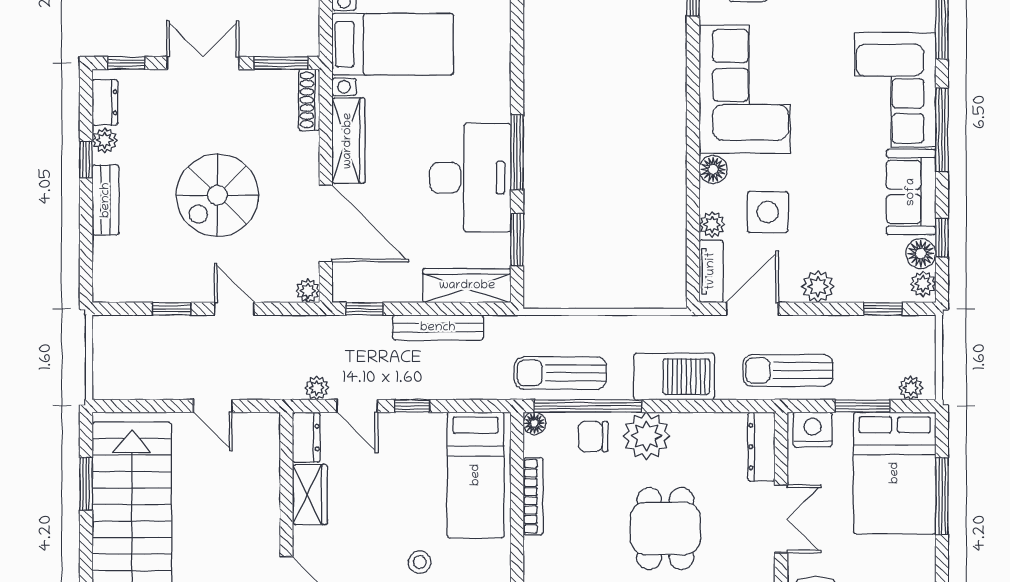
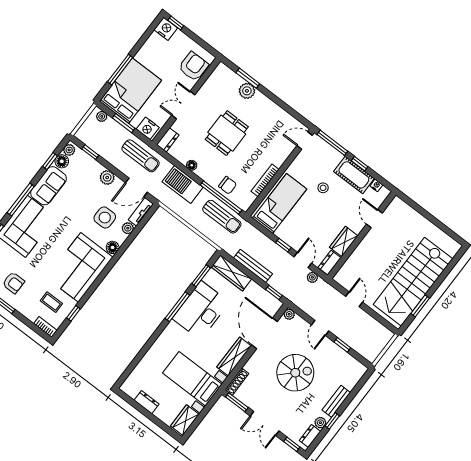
floor lamp: (534, 423) -> (192, 165), moved
plant: (647, 436) -> (208, 171), removed
dresser: (761, 447) -> (168, 140), width x0.70

